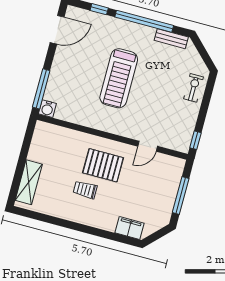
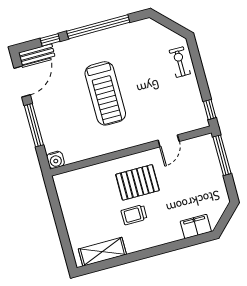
bench: (171, 39) -> (37, 54), moved
window: (41, 89) -> (34, 125), moved
shelving: (29, 182) -> (102, 252), moved, turned 90
window: (181, 196) -> (222, 155), moved

